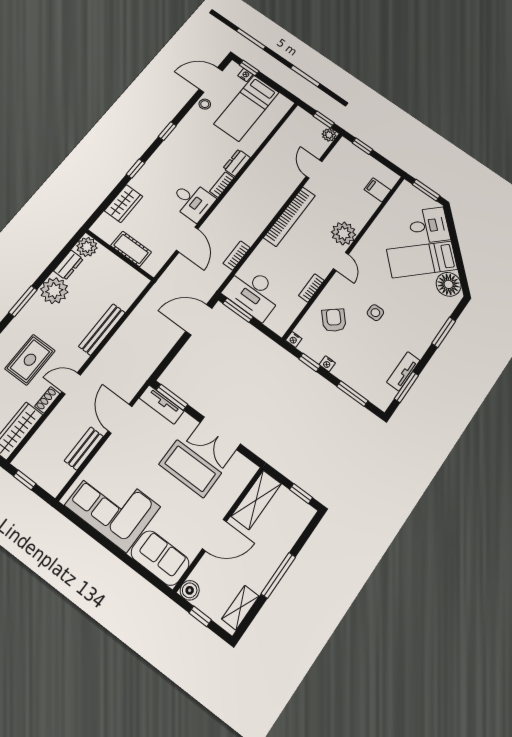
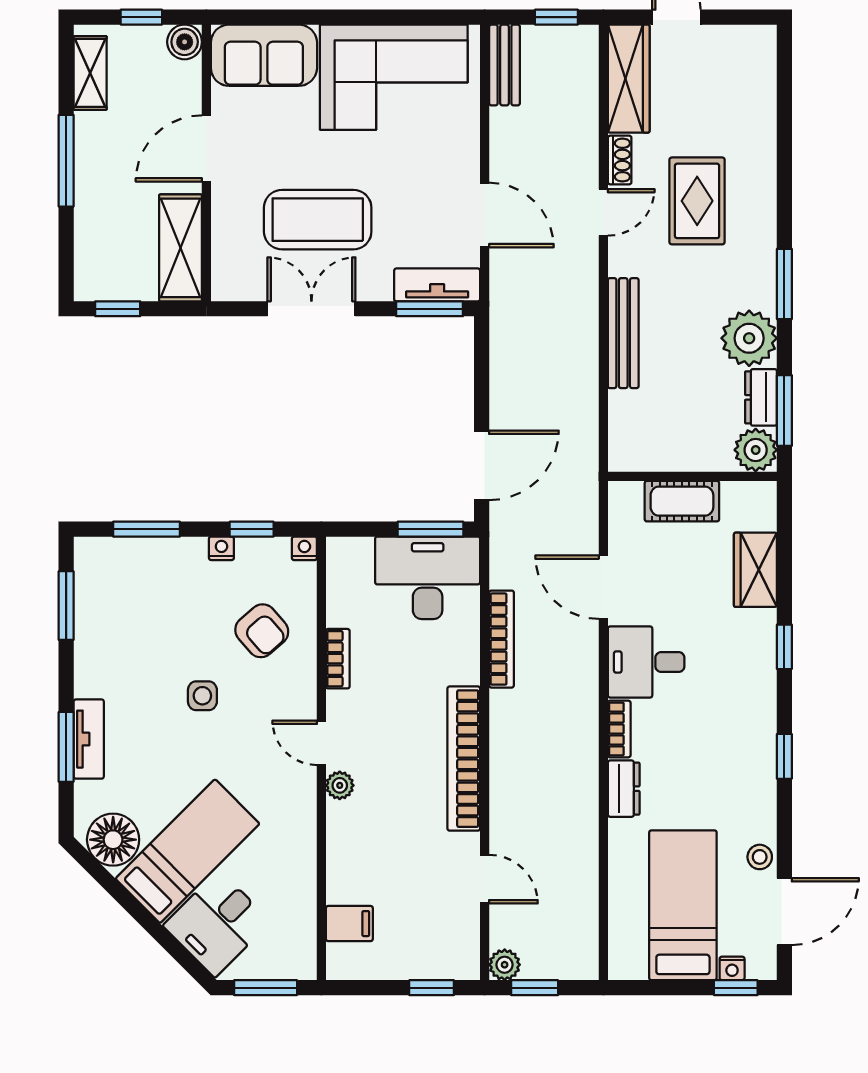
plant: (344, 233) -> (340, 785), width x0.53, depth x0.53
window: (64, 253) -> (784, 411), added
bookcase: (237, 255) -> (501, 639), width x1.56
tv unit: (403, 371) -> (89, 739), moved
bench: (84, 448) -> (505, 65), moved

